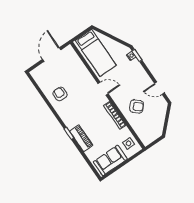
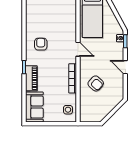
door: (160, 88) -> (125, 67), moved
armchair: (60, 94) -> (41, 44), moved
sofa: (110, 160) -> (34, 107), moved, turned 90

